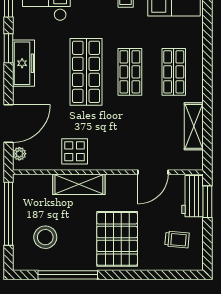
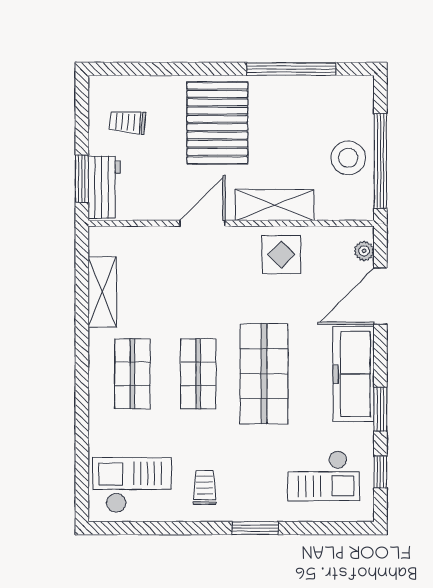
freezer: (24, 63) -> (354, 374), width x1.36, depth x1.26
door: (153, 172) -> (202, 223), moved
stool: (45, 237) -> (348, 158), moved

